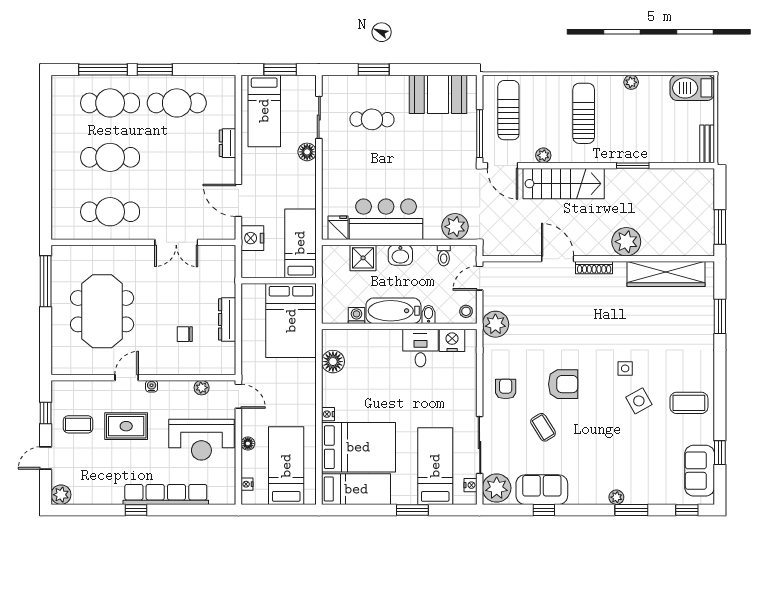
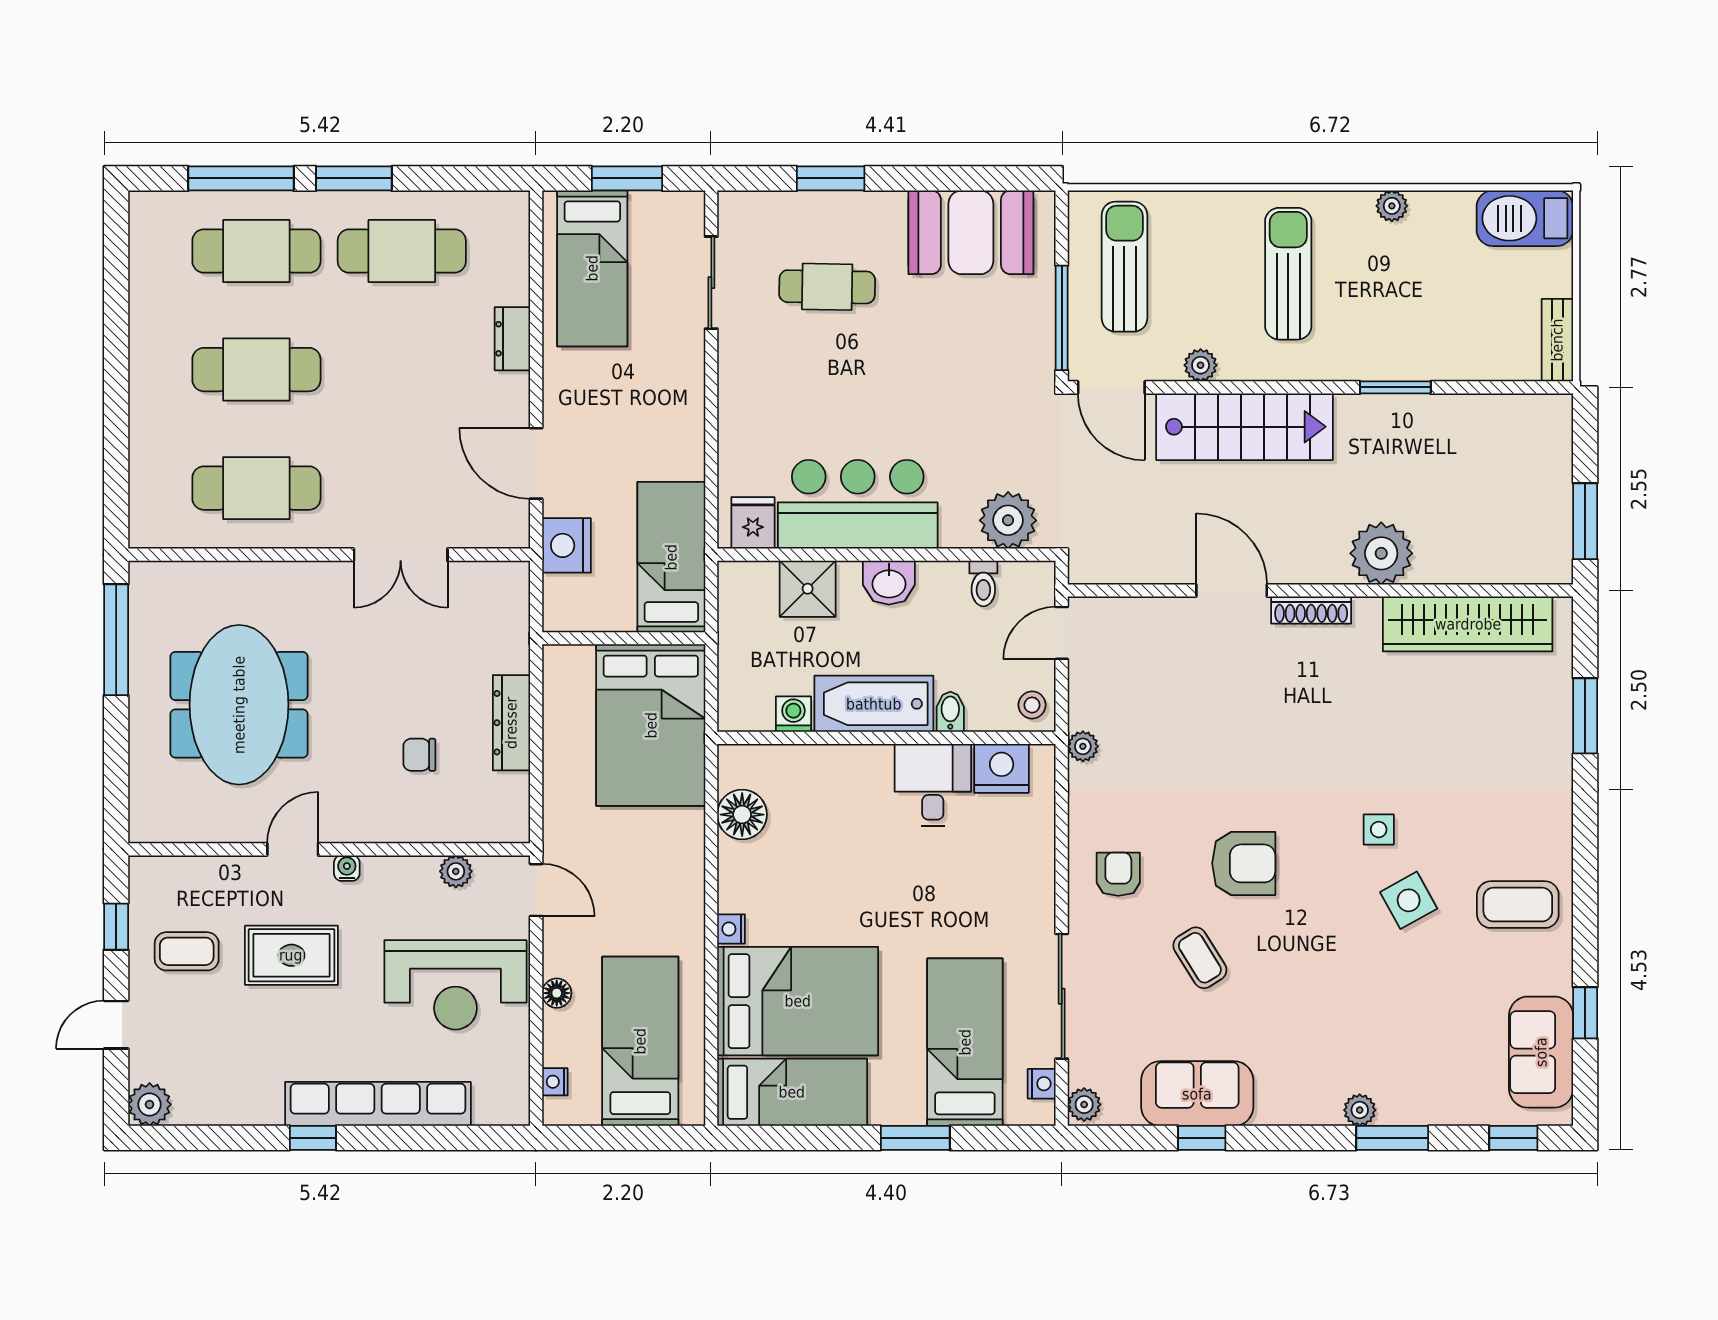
floor lamp: (307, 152) -> (686, 358), removed
plant: (495, 324) -> (1083, 746), width x0.53, depth x0.53
plant: (497, 488) -> (1084, 1105), width x0.53, depth x0.53

